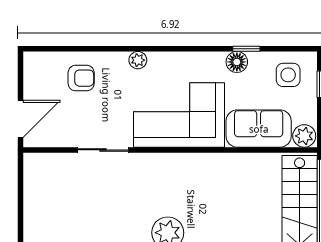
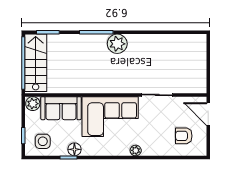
armchair: (81, 78) -> (184, 136), moved
door: (20, 119) -> (208, 114), hinge flipped

